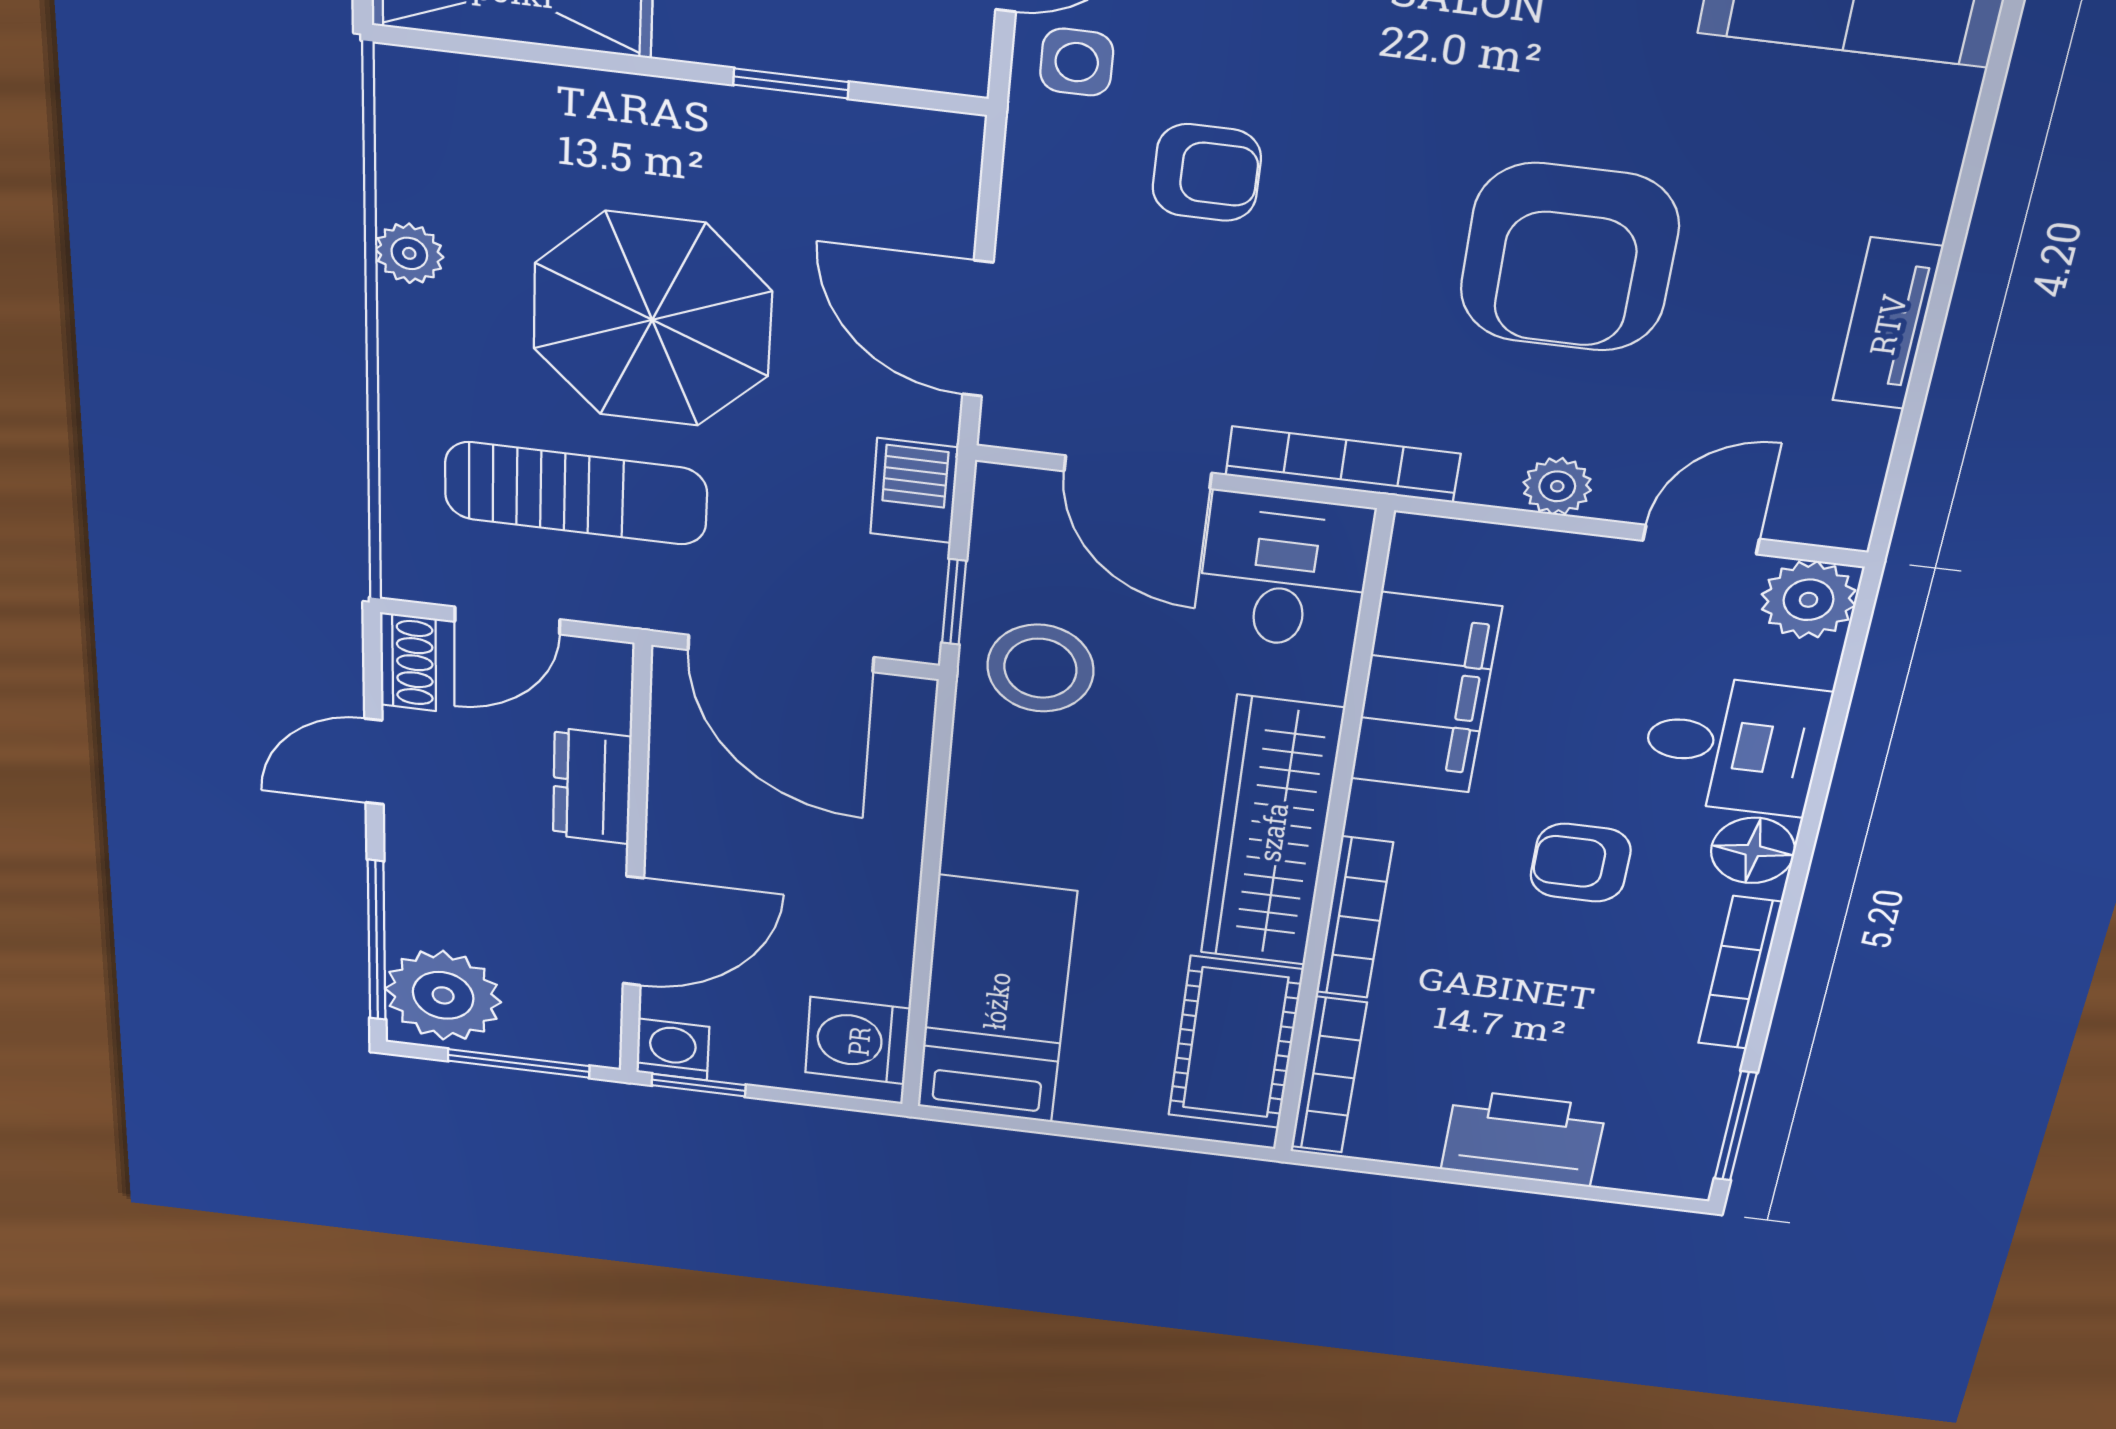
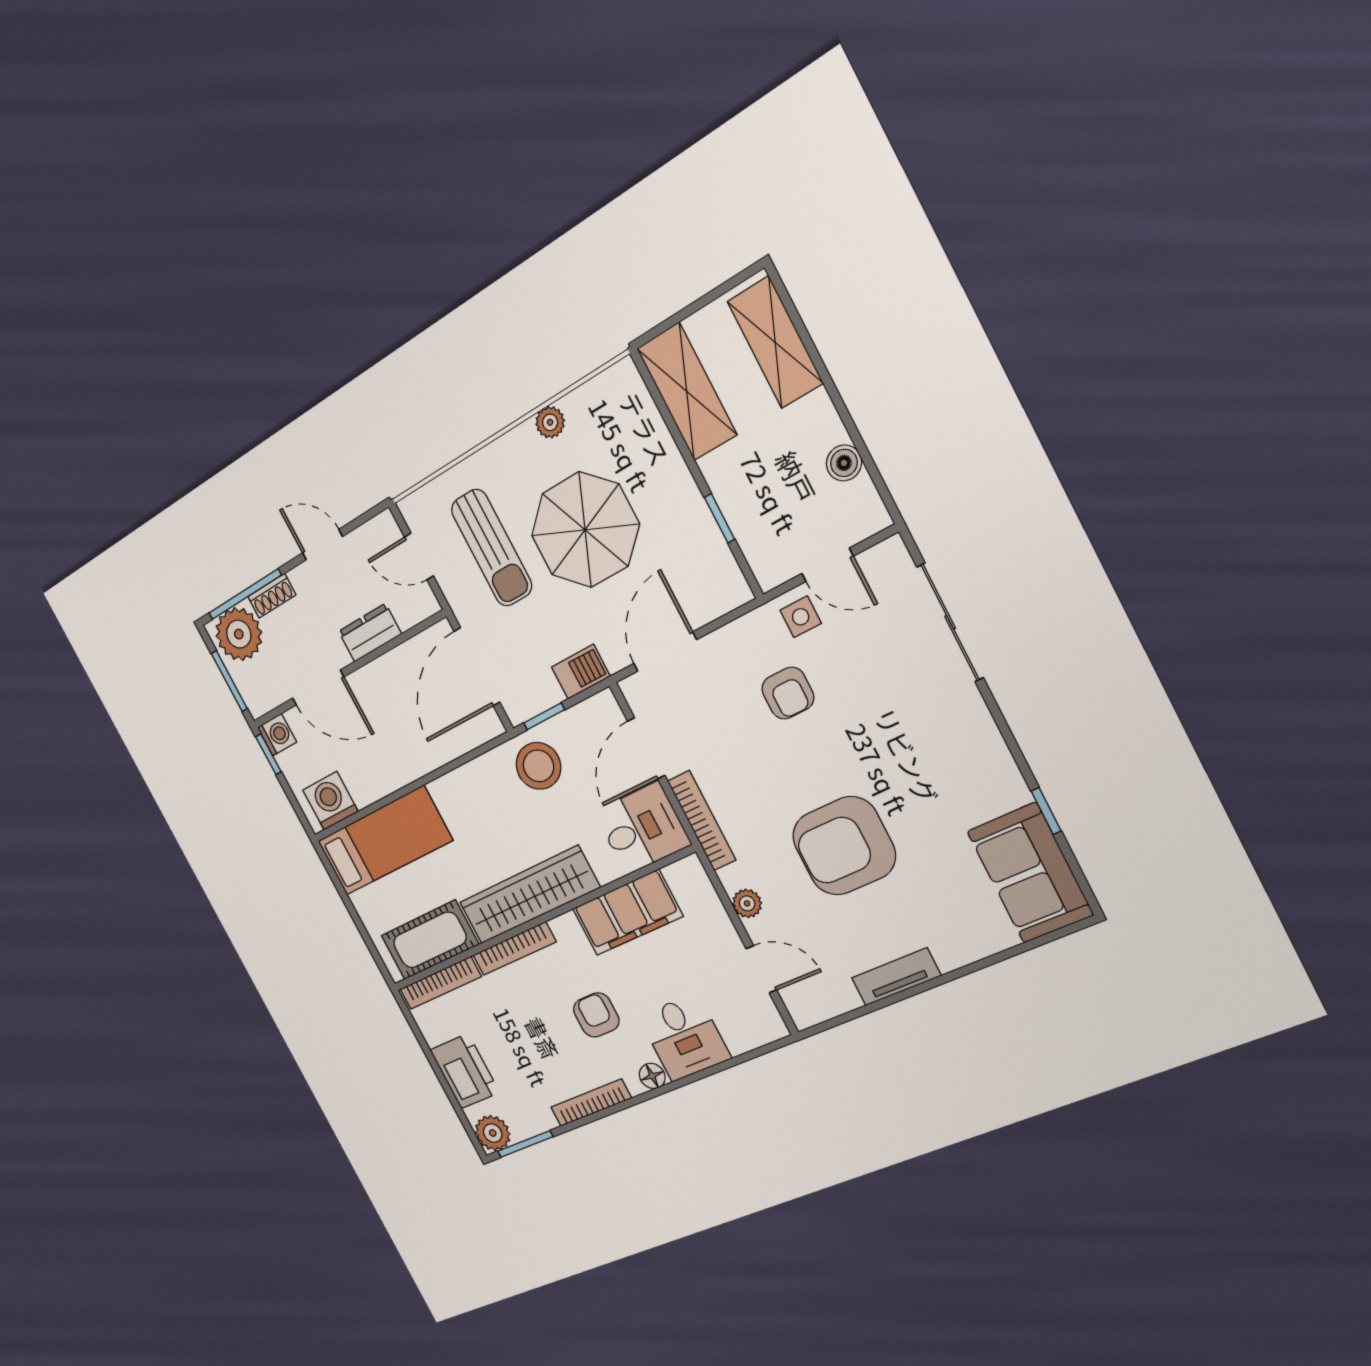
plant: (1809, 600) -> (493, 1133), moved
shoe rack: (408, 662) -> (272, 596), moved
floor lamp: (1753, 850) -> (652, 1076), width x0.73, depth x0.73

